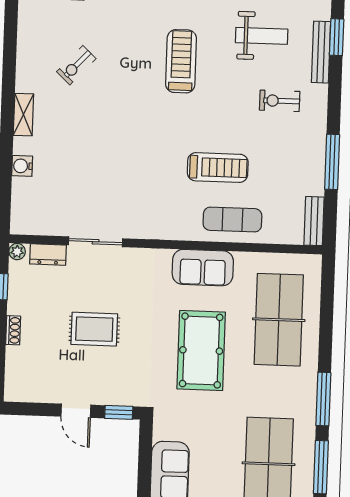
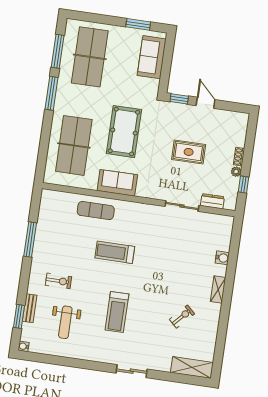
weight bench: (262, 36) -> (65, 322), turned -90
bench: (321, 52) -> (30, 308), width x0.73
treadmill: (218, 168) -> (115, 252), moved
bench: (314, 221) -> (45, 204), removed
plant: (17, 252) -> (236, 172), moved

